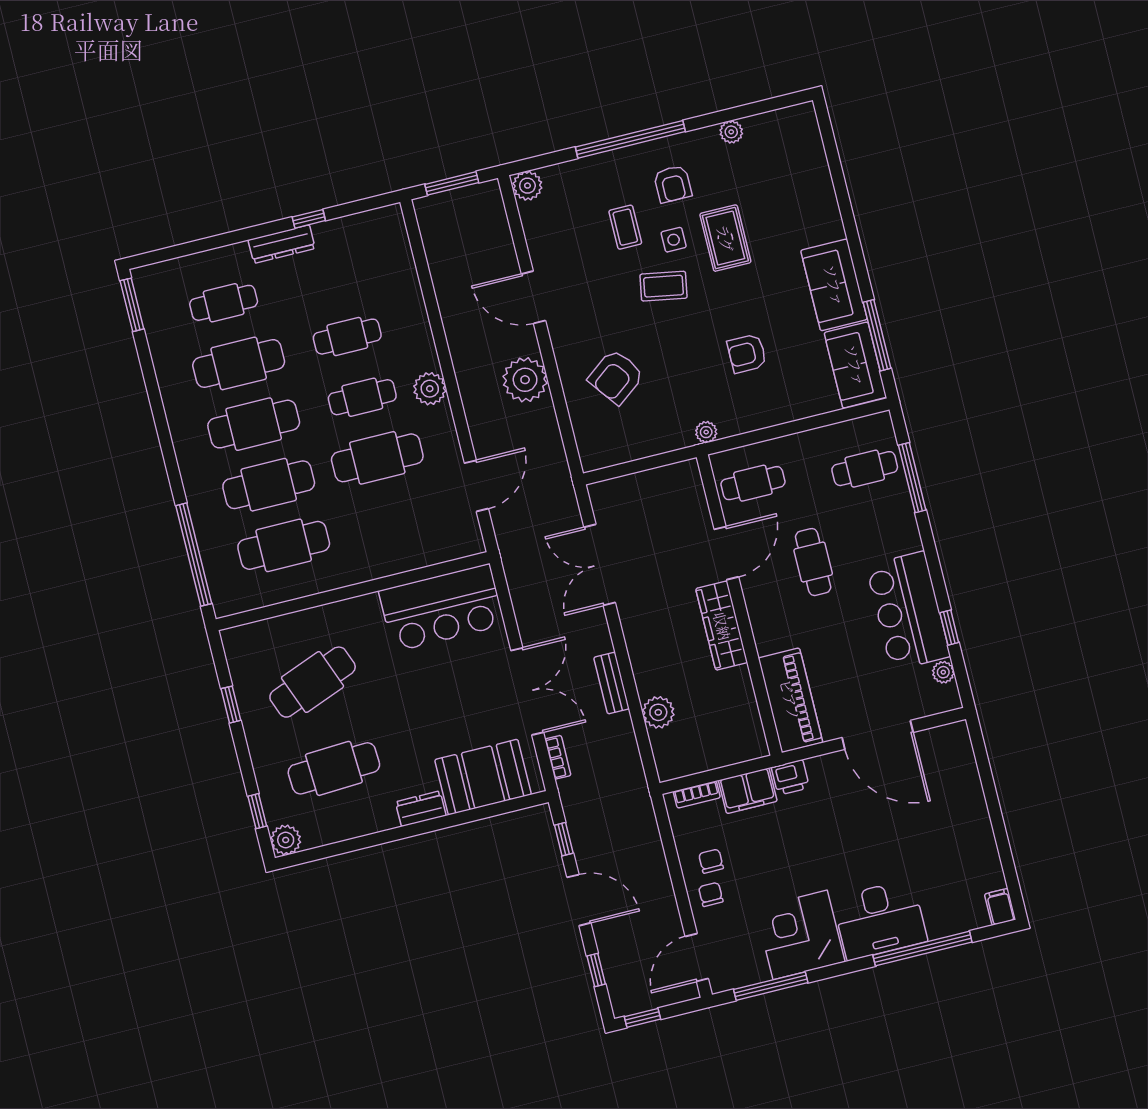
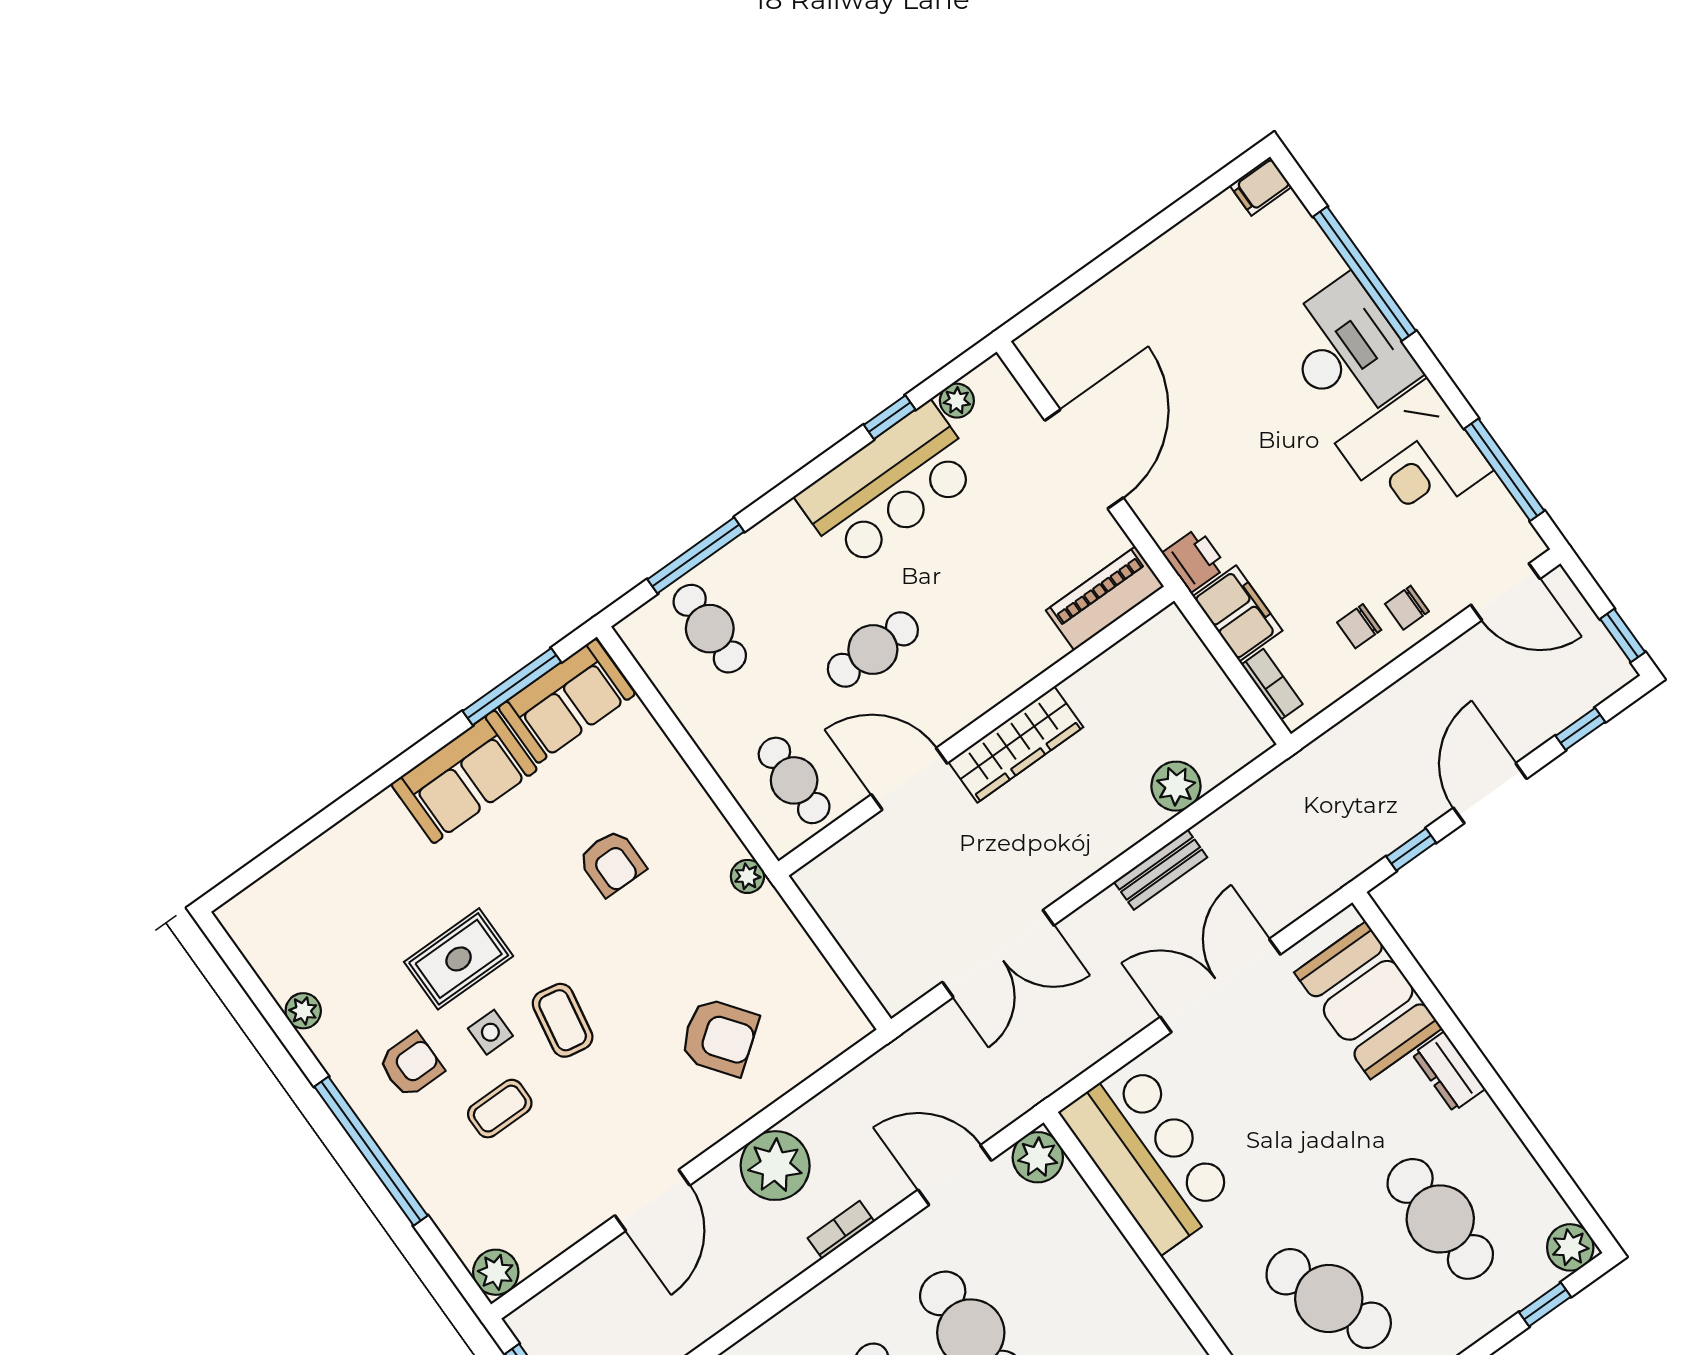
plant: (430, 389) -> (1038, 1157), moved
piano: (790, 700) -> (1105, 598), width x0.73, depth x0.75
bookcase: (558, 757) -> (841, 1230), moved

